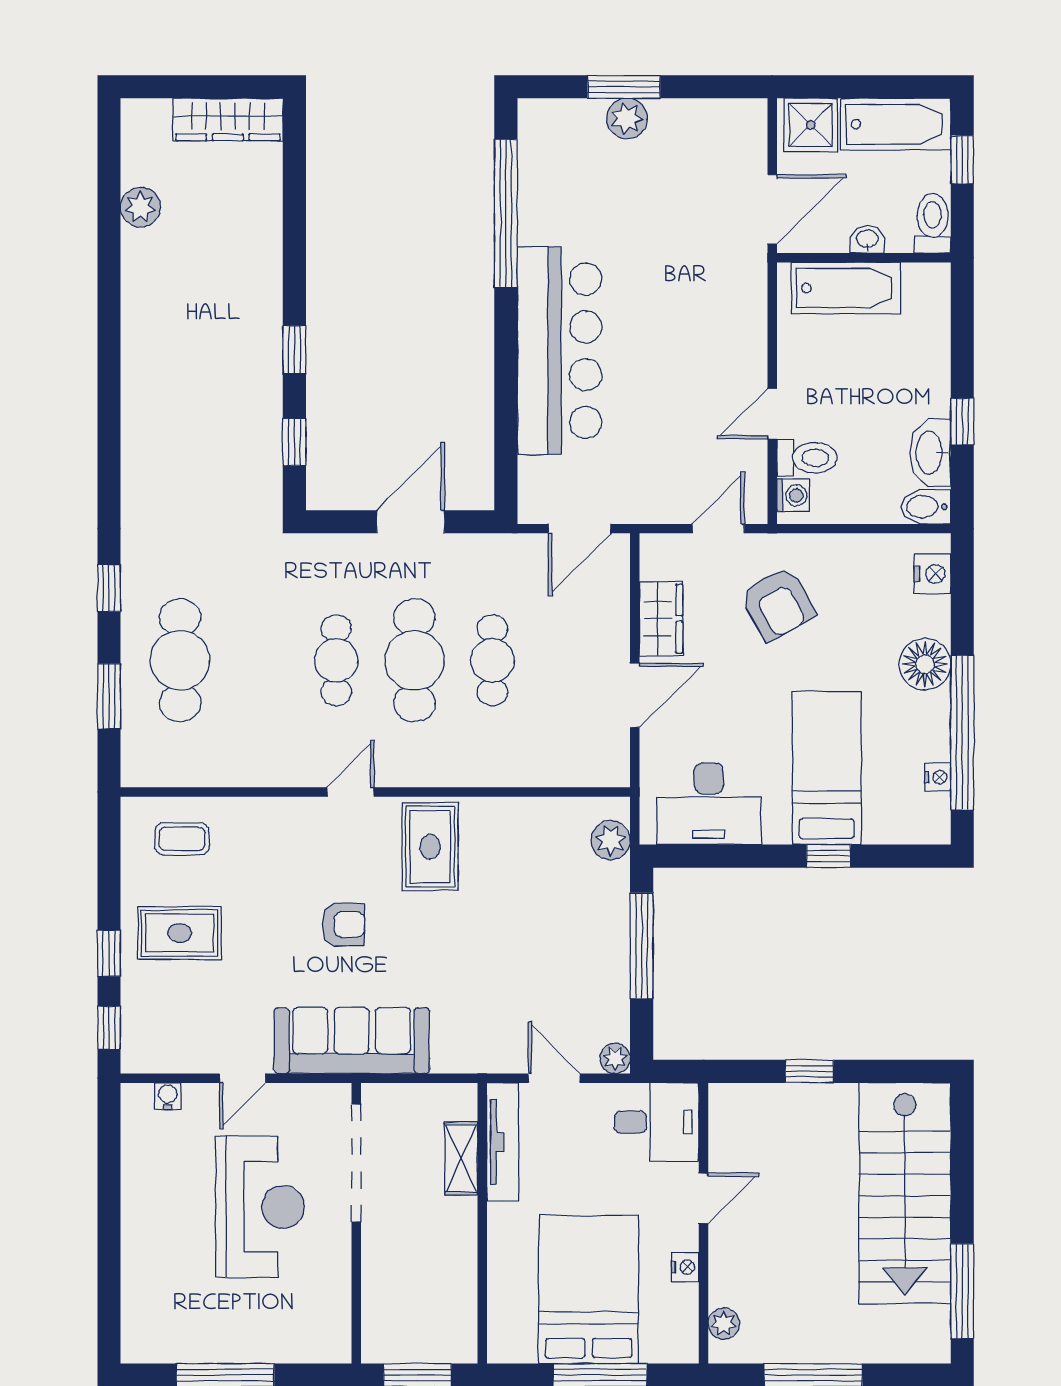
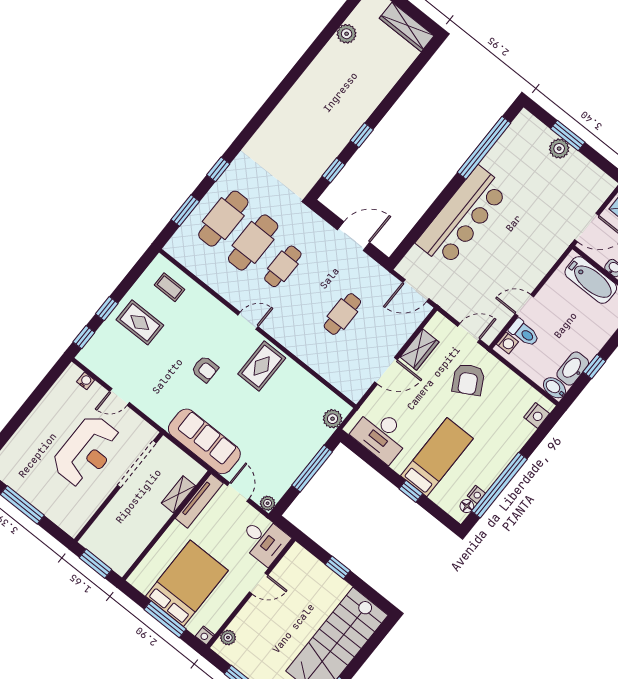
cafe table: (414, 660) -> (253, 242), moved
floor lamp: (925, 664) -> (467, 506), moved, width x0.53, depth x0.53
sofa: (352, 1041) -> (204, 441), moved
nightstand: (685, 1267) -> (205, 635), moved, turned 90

